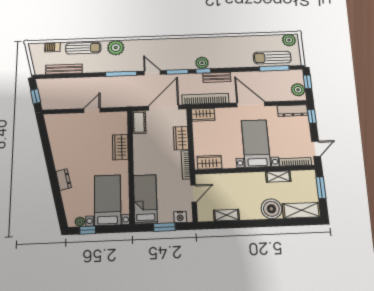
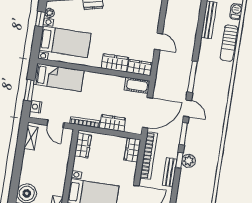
plant: (116, 48) -> (223, 76), removed
door: (152, 73) -> (187, 108), hinge flipped
door: (164, 108) -> (147, 113), hinge flipped
wardrobe: (121, 123) -> (140, 68), added
shelving: (226, 215) -> (31, 138), moved

